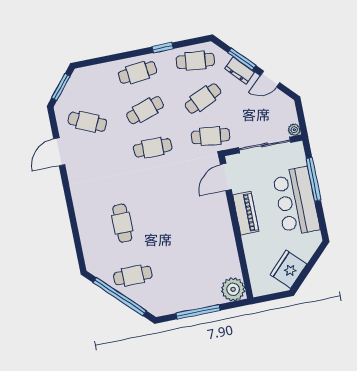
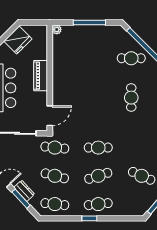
window: (163, 48) -> (89, 218), moved
cafe table: (203, 98) -> (55, 176), turned 39
piano: (246, 213) -> (41, 76), moved
plant: (233, 289) -> (57, 29), width x0.53, depth x0.53

